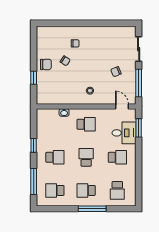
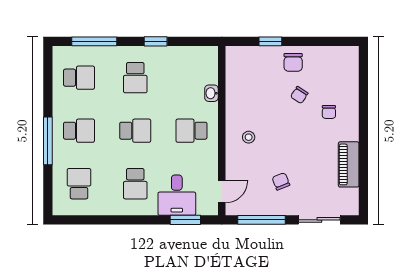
piano: (106, 32) -> (349, 164), added
school desk: (86, 124) -> (191, 131), turned 90
school desk: (55, 190) -> (79, 78), turned 90
school desk: (86, 190) -> (79, 131), turned 90
school desk: (117, 190) -> (79, 184), turned 90

